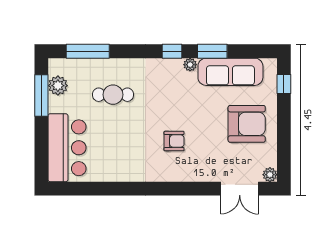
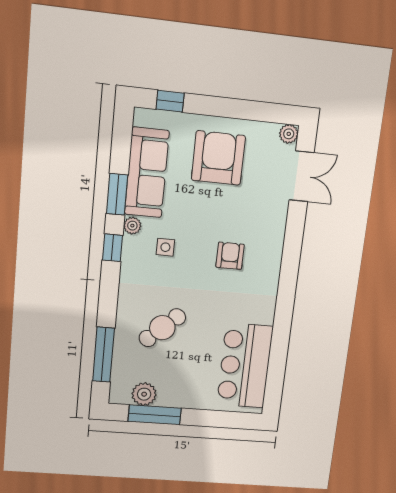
side table: (176, 91) -> (165, 247), added
cafe table: (113, 95) -> (162, 328), turned 48
bar counter: (67, 148) -> (245, 366), moved, turned -90

